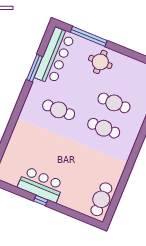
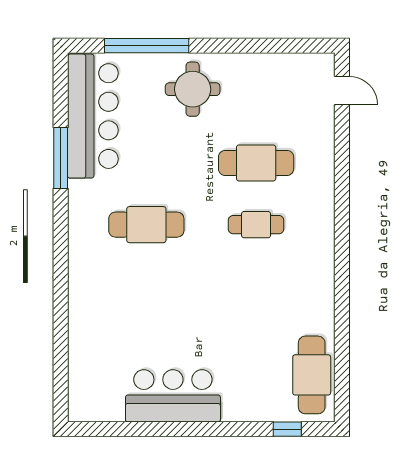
cafe table: (104, 128) -> (256, 225), width x0.73, depth x0.74
window: (41, 201) -> (287, 429), moved

